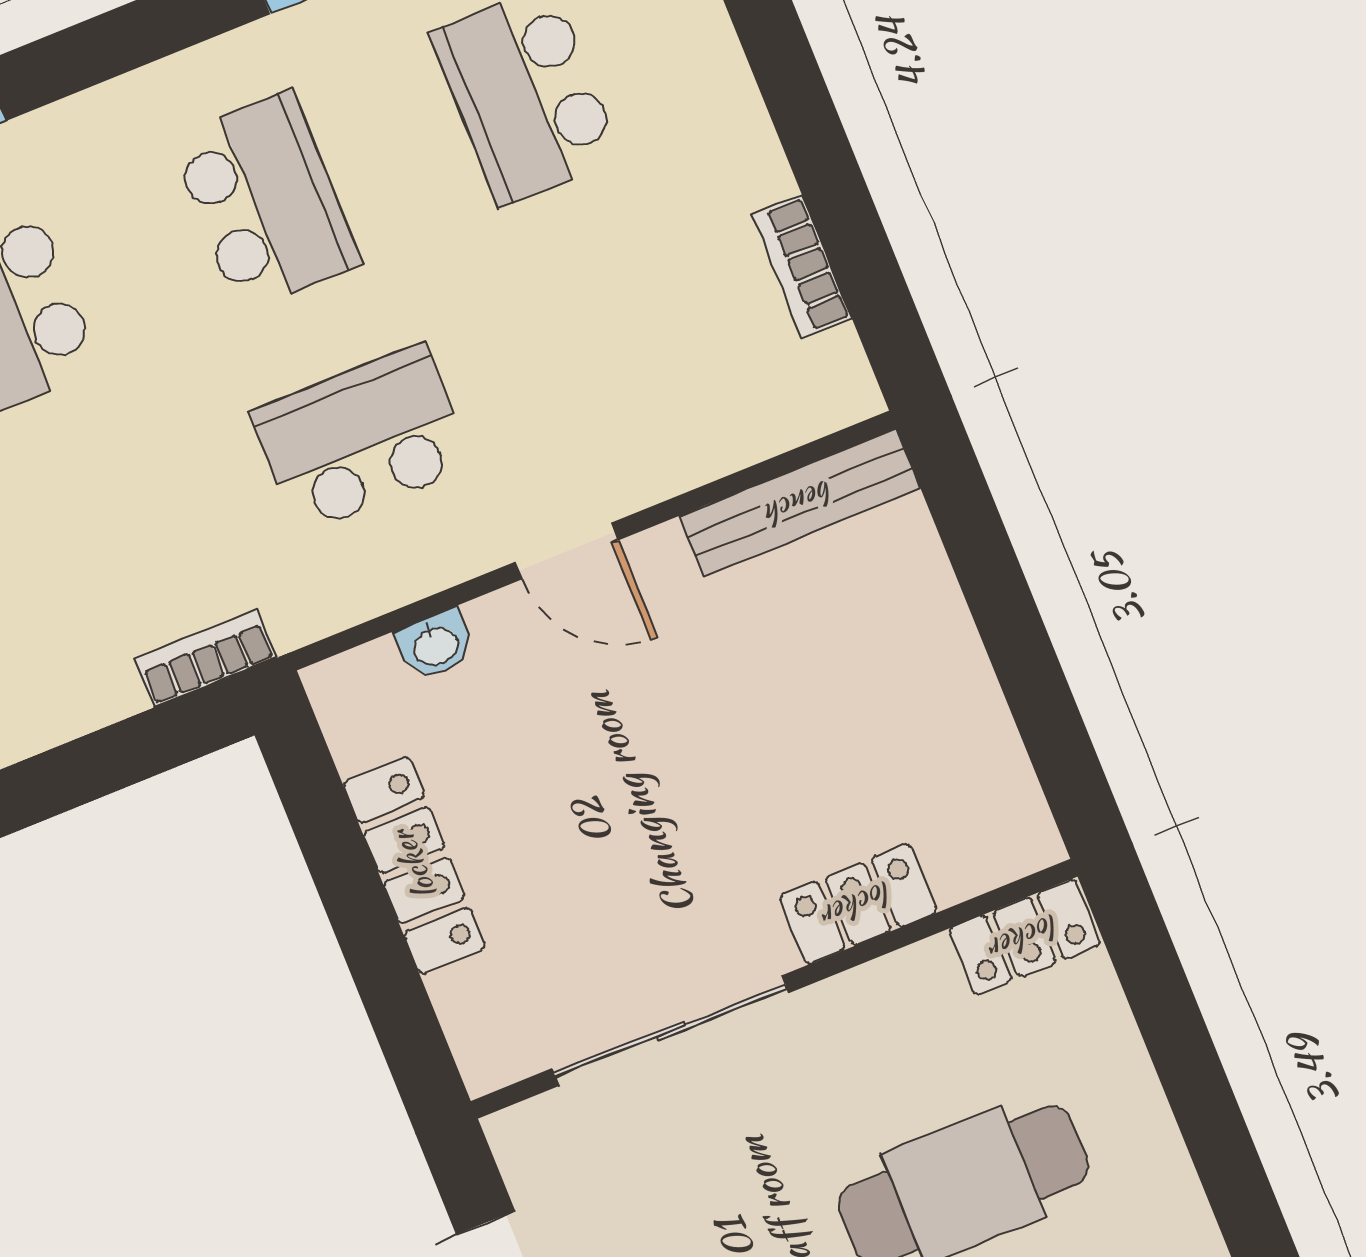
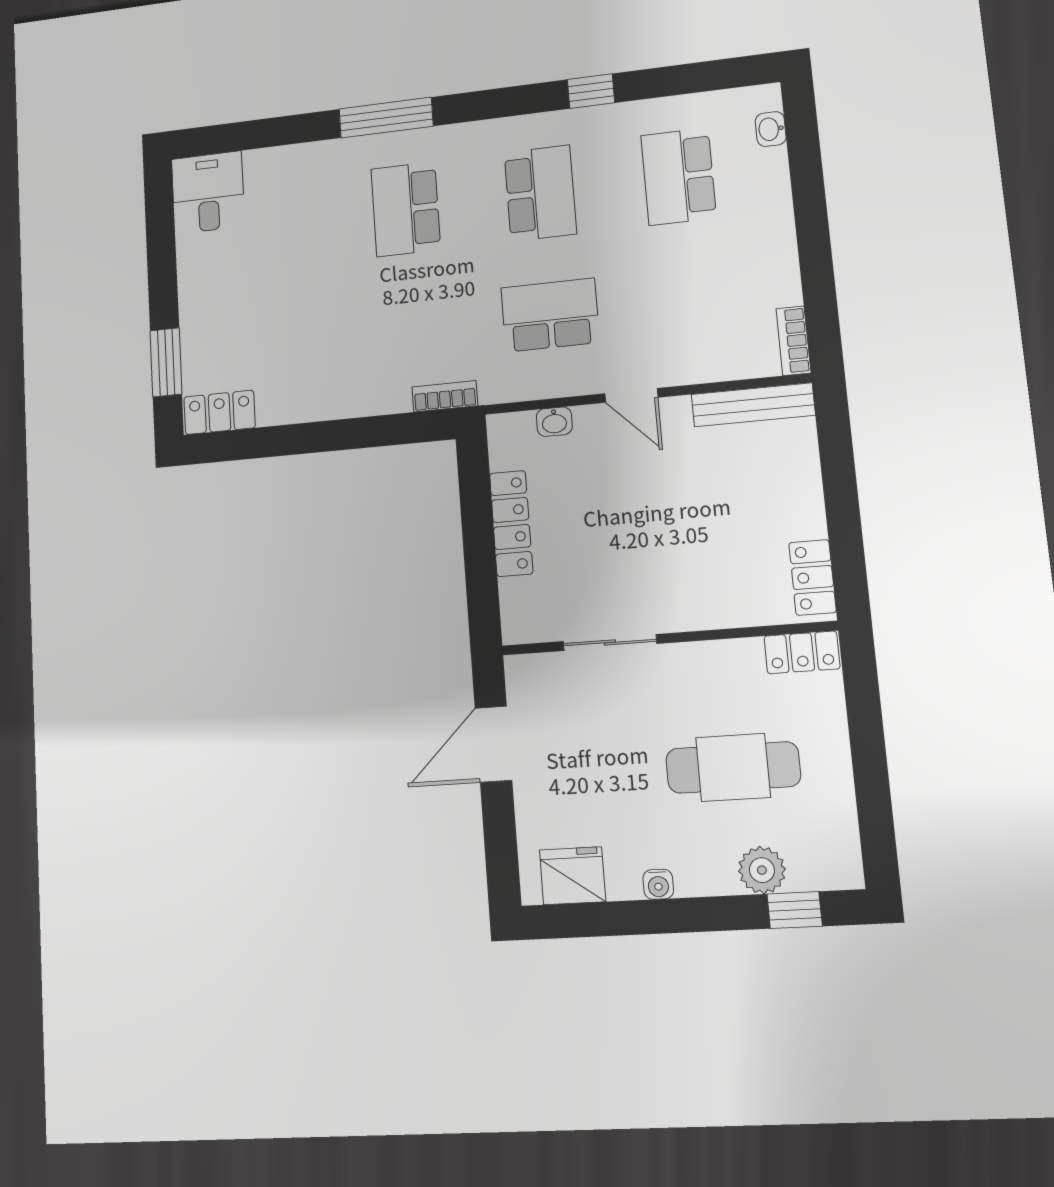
bookcase: (802, 267) -> (793, 341), moved
locker: (858, 904) -> (812, 577), moved, turned -90
sliding door: (670, 1031) -> (610, 642), width x0.73

